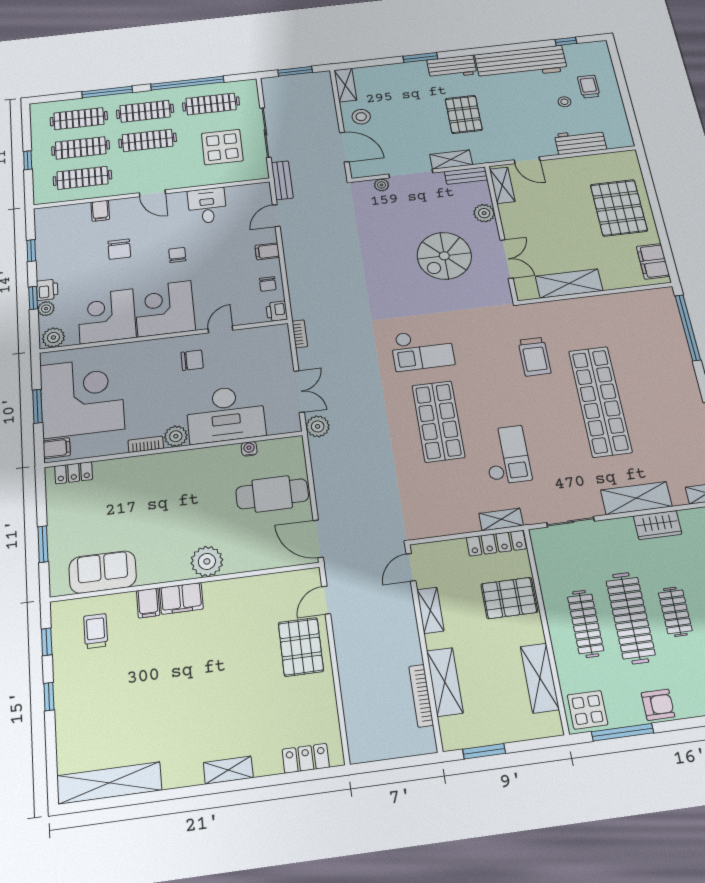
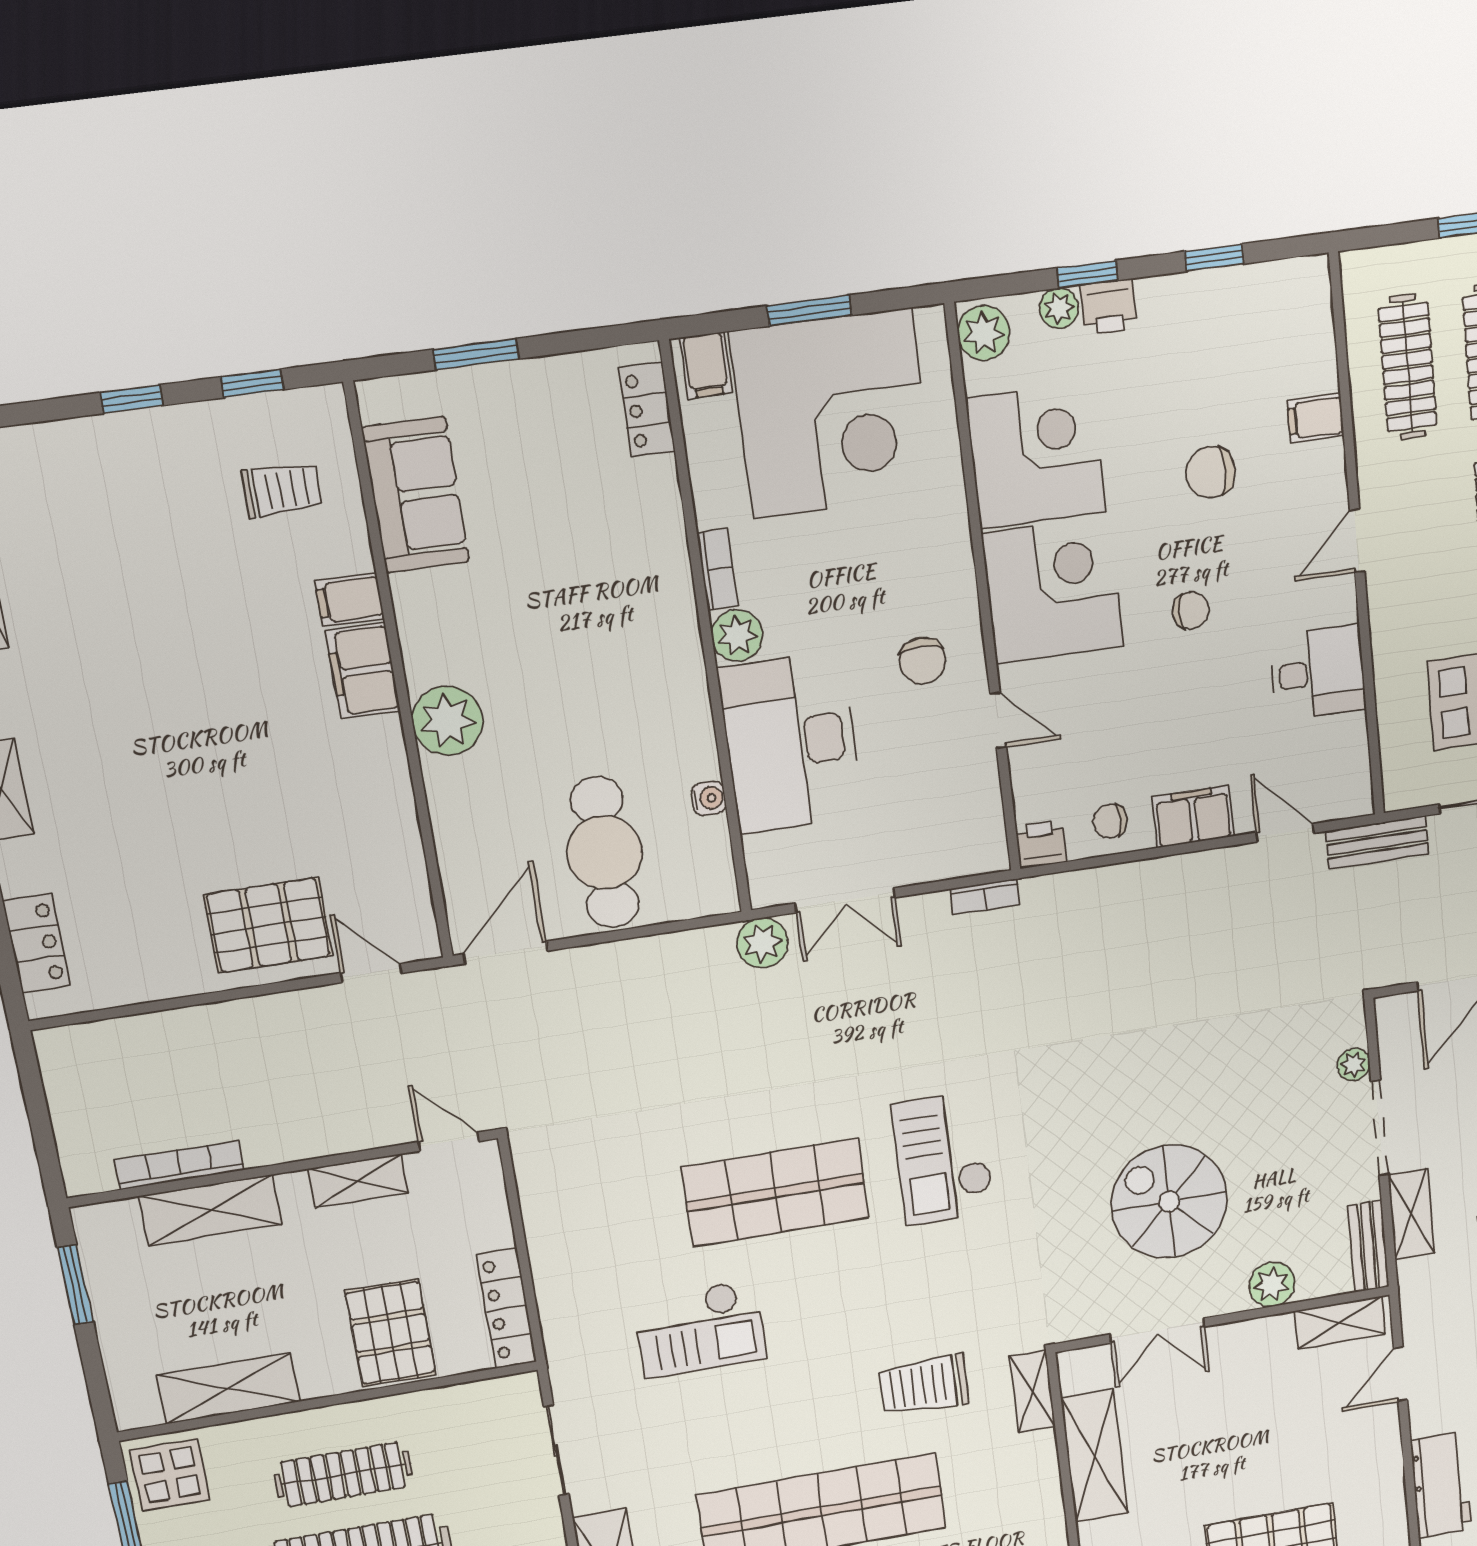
filing cabinet: (267, 251) -> (1193, 817), width x2.00
shelving: (501, 519) -> (1032, 1391), moved

